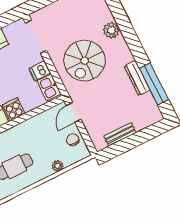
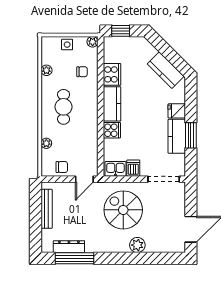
dresser: (137, 78) -> (69, 247), moved
door: (74, 112) -> (84, 179), swing flipped
bench: (120, 134) -> (47, 209), width x1.36

